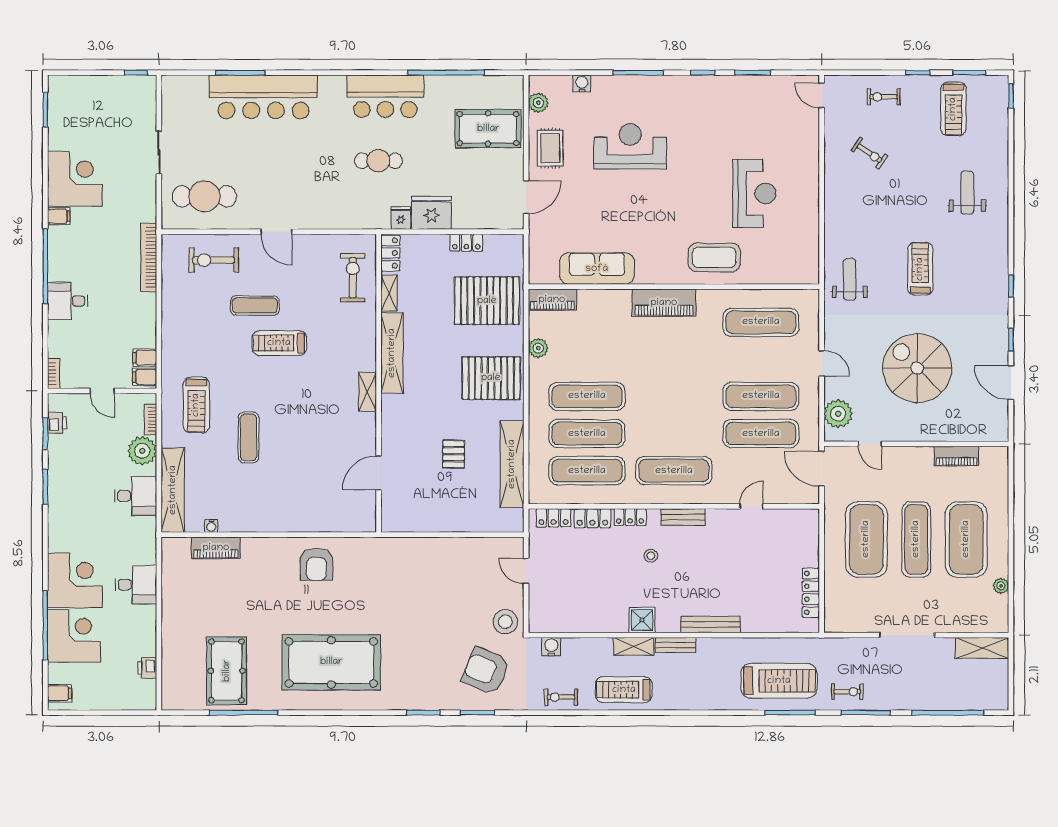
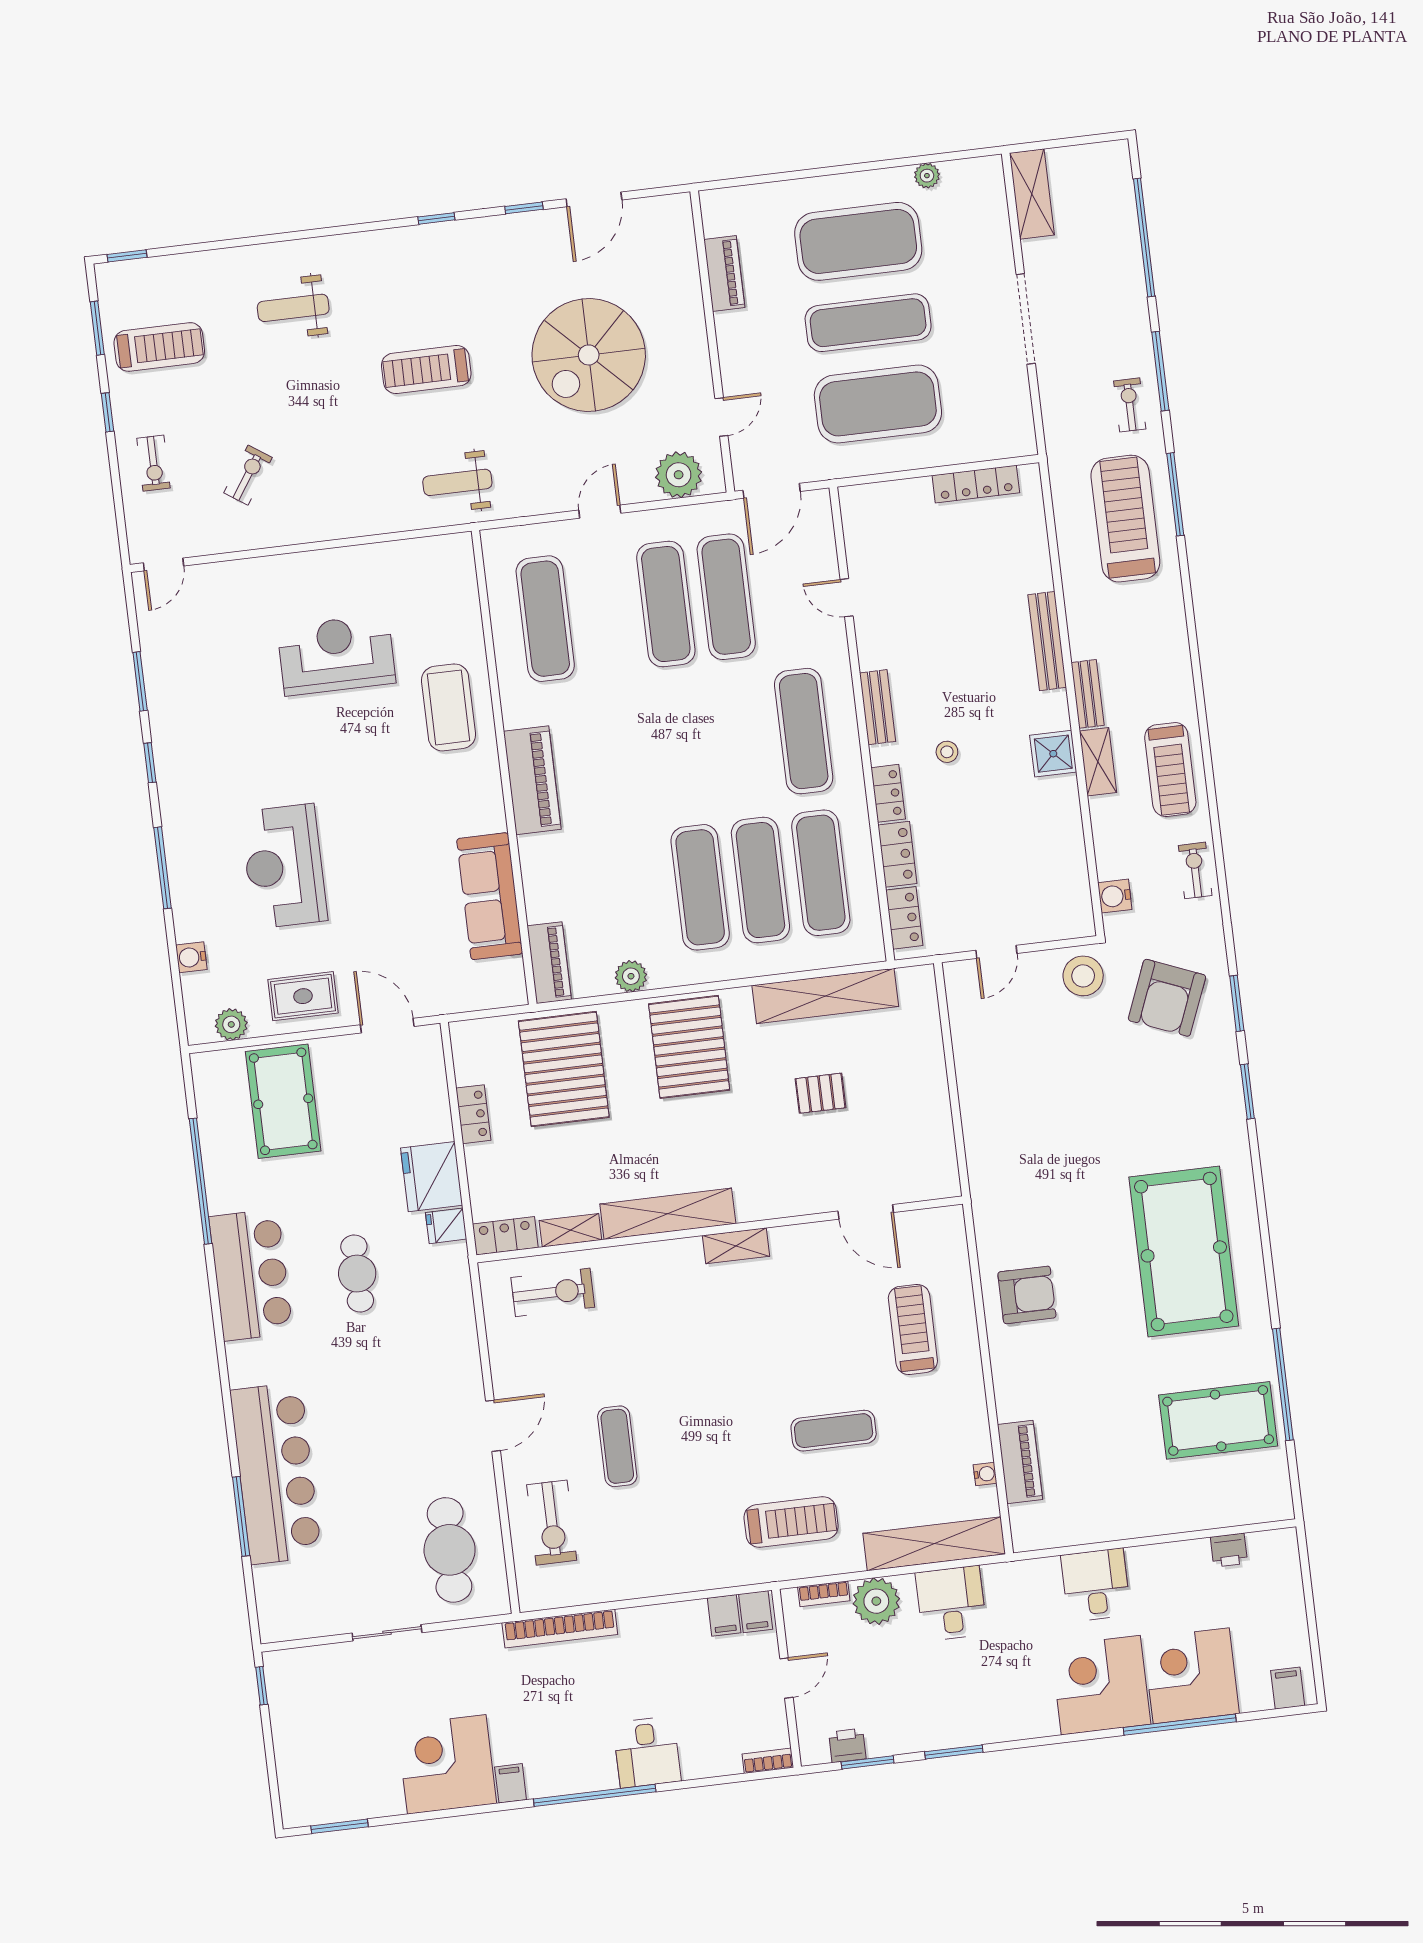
exercise bike: (353, 278) -> (553, 1292), turned 180
treadmill: (279, 343) -> (913, 1329), moved, turned 180
exercise bike: (561, 697) -> (1195, 870), turned 180

